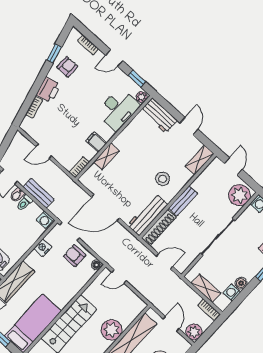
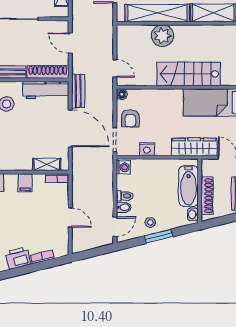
shelving: (106, 156) -> (47, 164), moved
bench: (39, 193) -> (78, 91), moved

